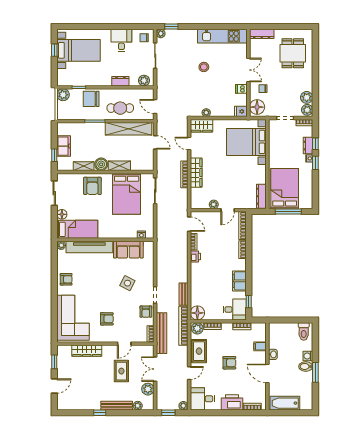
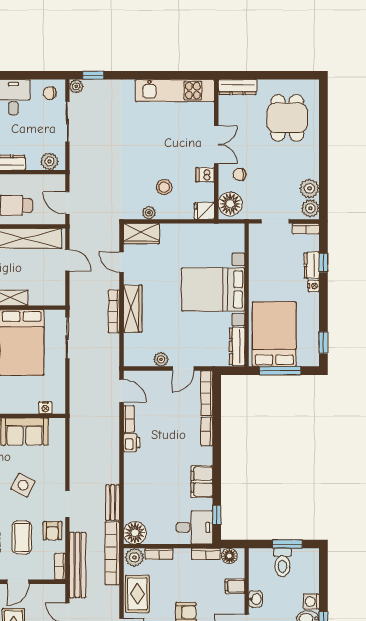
stool: (204, 67) -> (164, 187), moved
bed with nightstands: (246, 142) -> (213, 289), moved
window: (315, 163) -> (323, 343), moved
coffee table: (127, 316) -> (22, 537), added
window: (293, 320) -> (287, 544), added
floor lamp: (257, 327) -> (229, 556), added
toilet: (304, 331) -> (282, 562), moved

